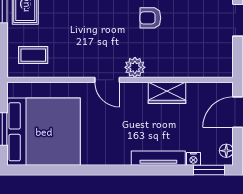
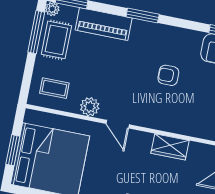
plant: (135, 67) -> (90, 107), moved

